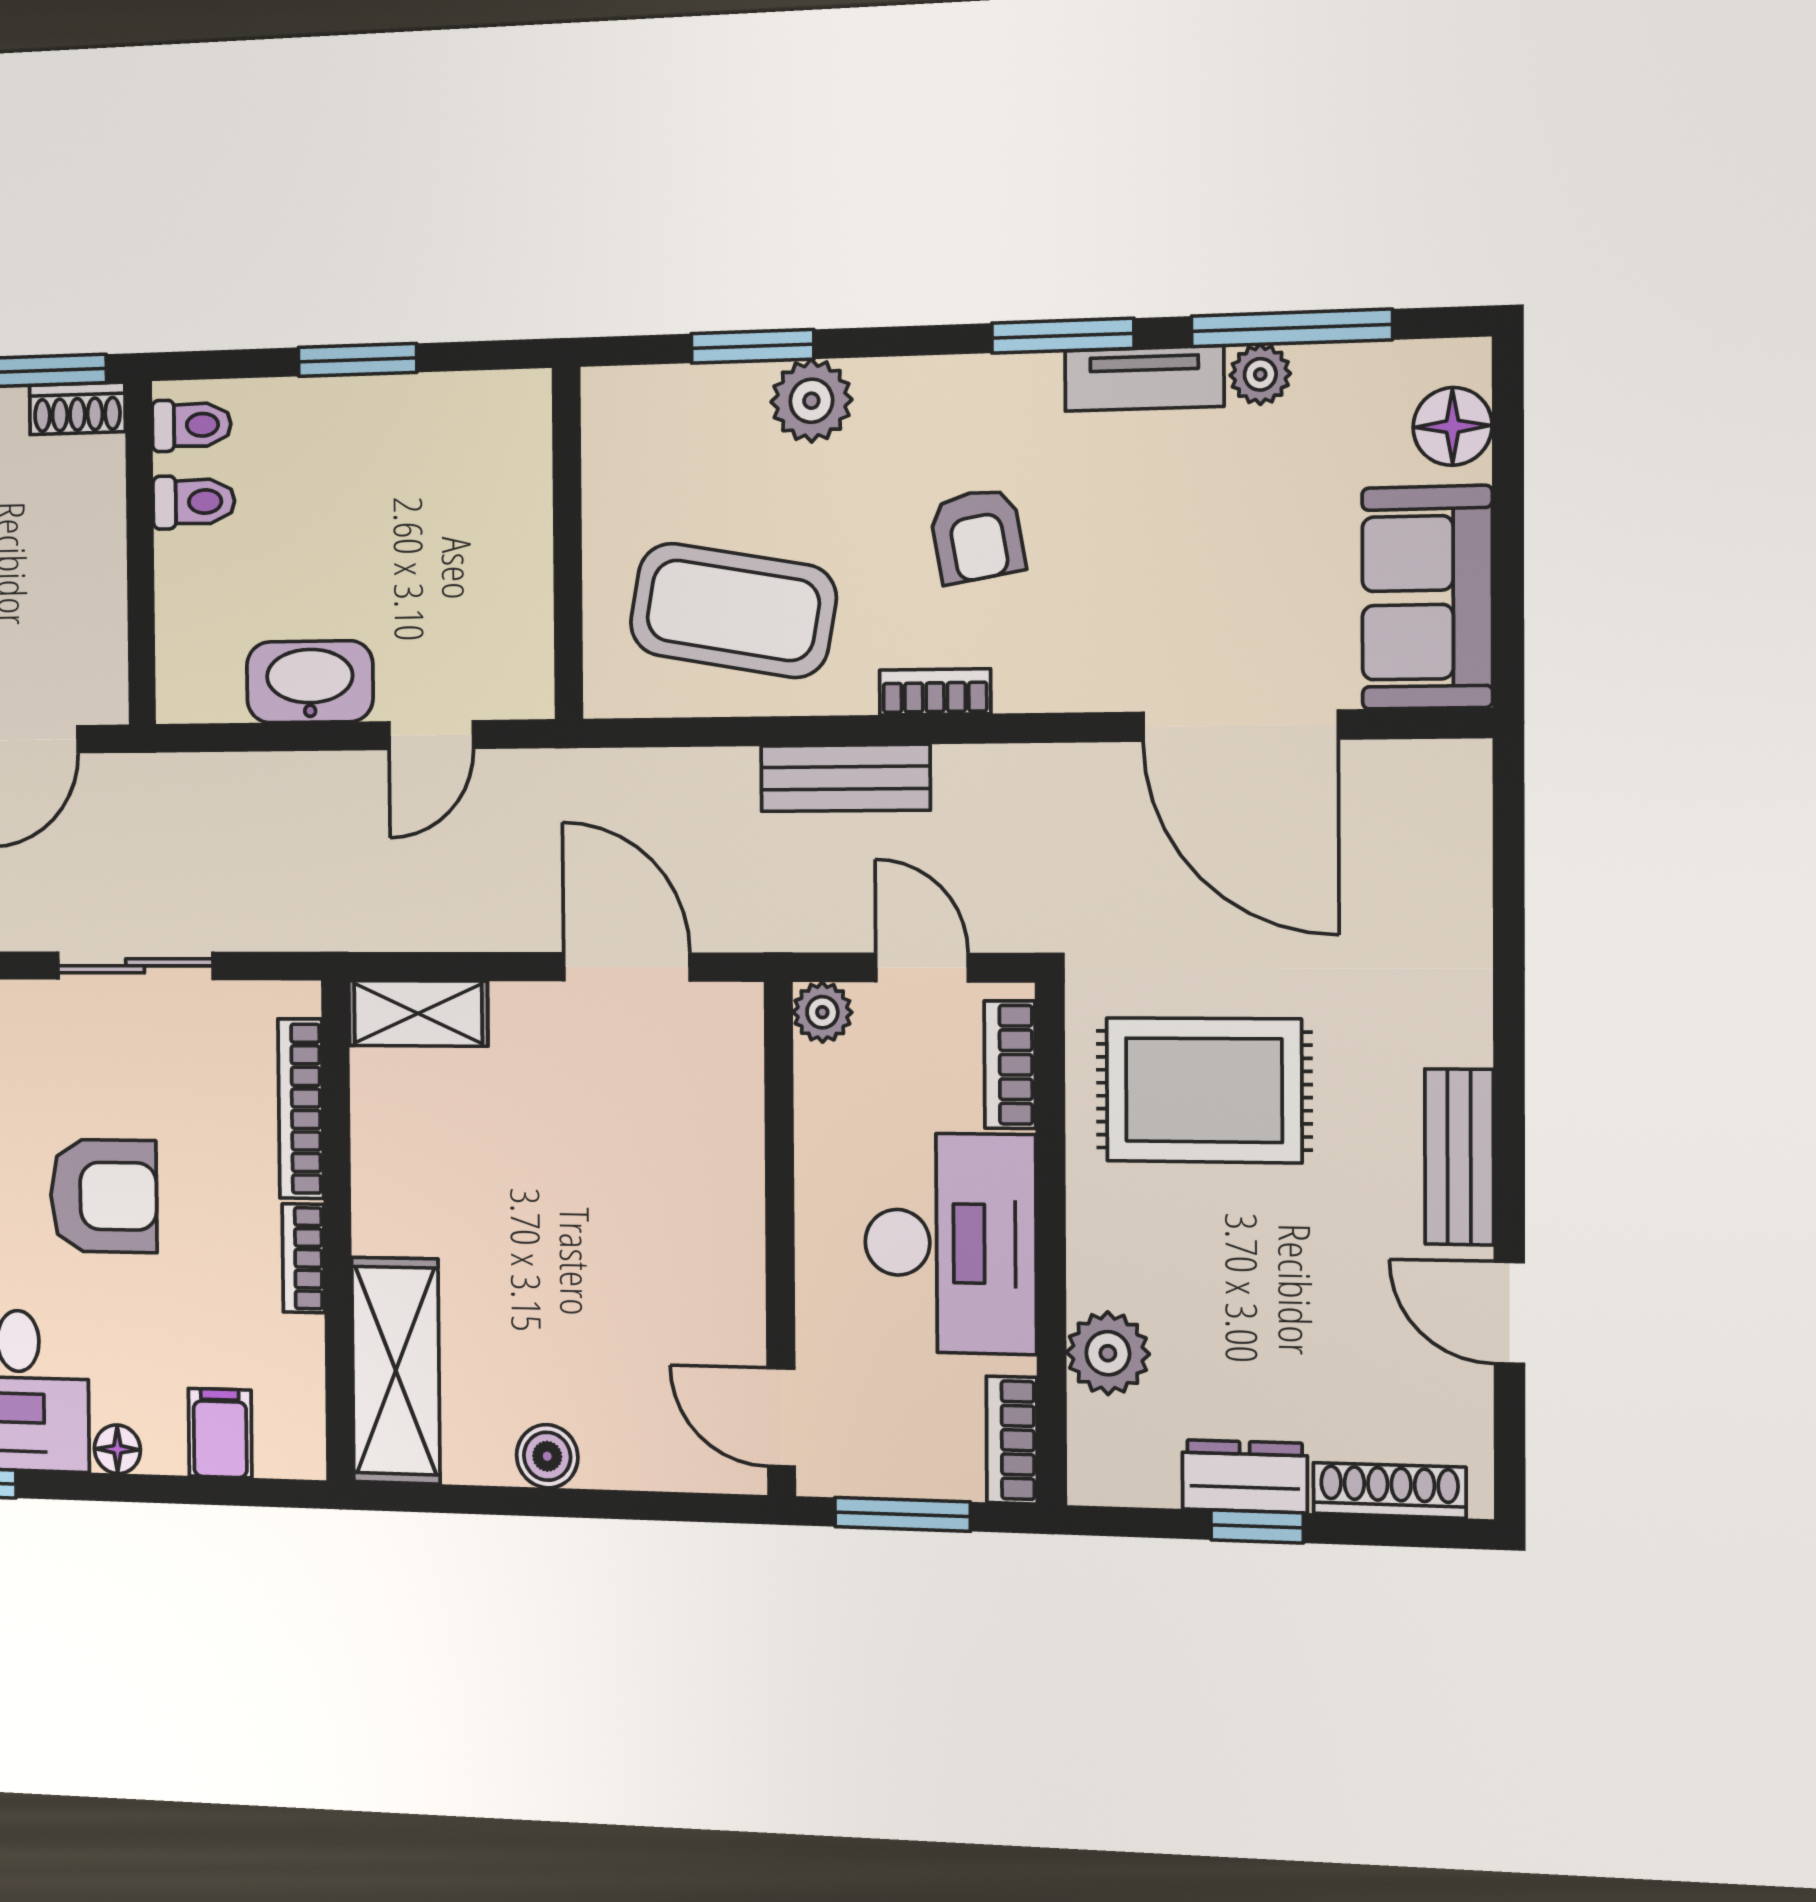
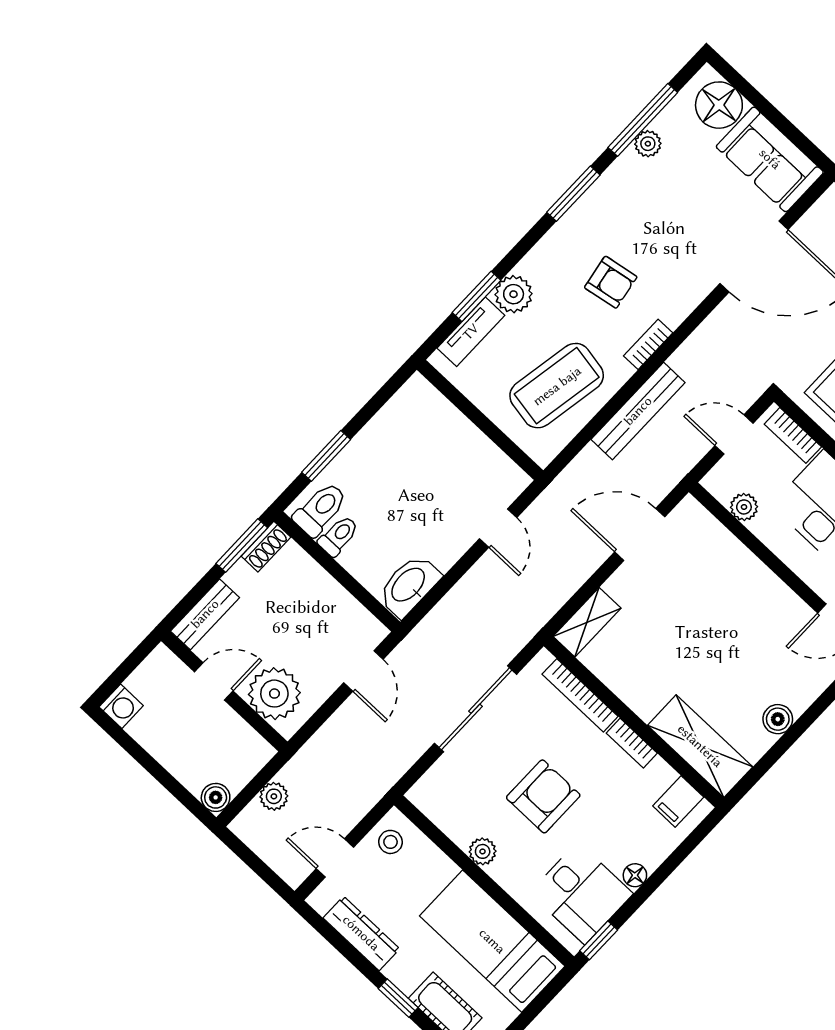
window: (357, 360) -> (326, 456), moved
tv unit: (1144, 379) -> (471, 332), moved
toilet: (191, 425) -> (320, 509), width x1.37, depth x1.39
floor lamp: (1453, 426) -> (719, 105), width x1.38, depth x1.38
washbasin: (310, 682) -> (409, 585), moved
bench: (845, 778) -> (638, 411), width x1.36
sliding door: (135, 966) -> (475, 709), width x1.37
plant: (822, 1012) -> (744, 507), moved
filing cabinet: (220, 1433) -> (678, 802), moved, turned -90

